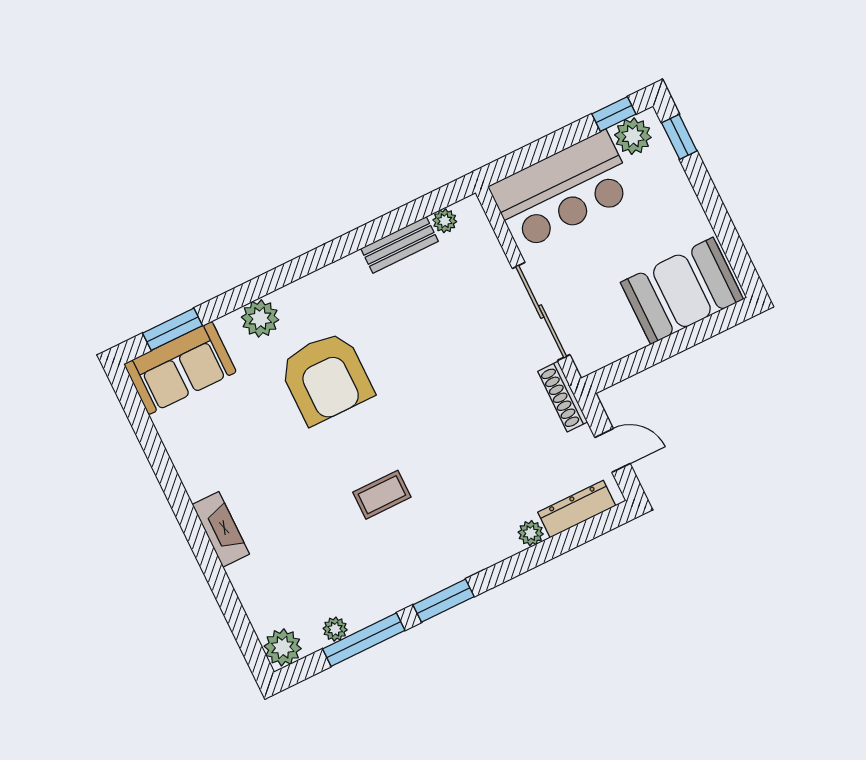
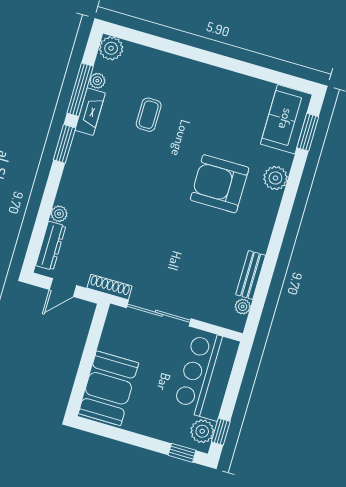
coffee table: (382, 495) -> (149, 115), moved
fireplace: (221, 529) -> (90, 112), moved, turned -90

